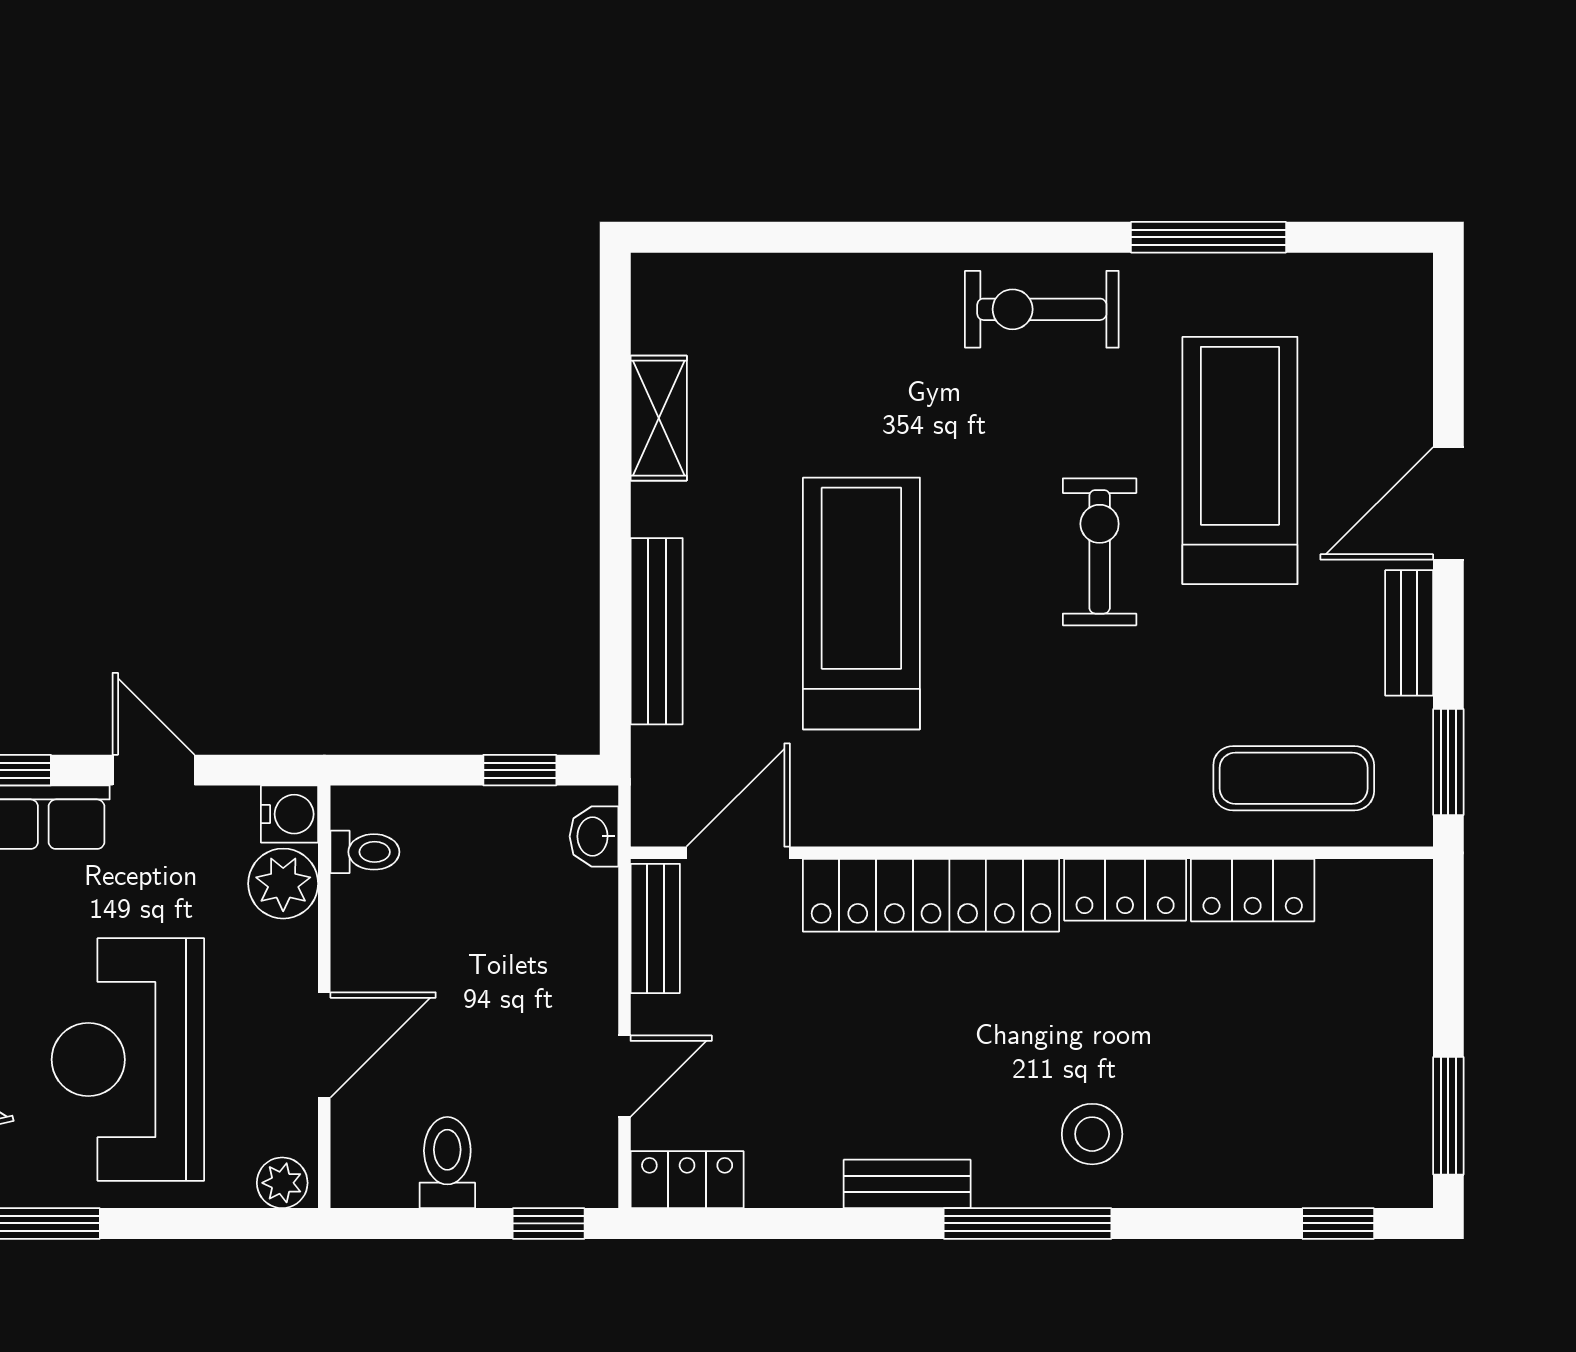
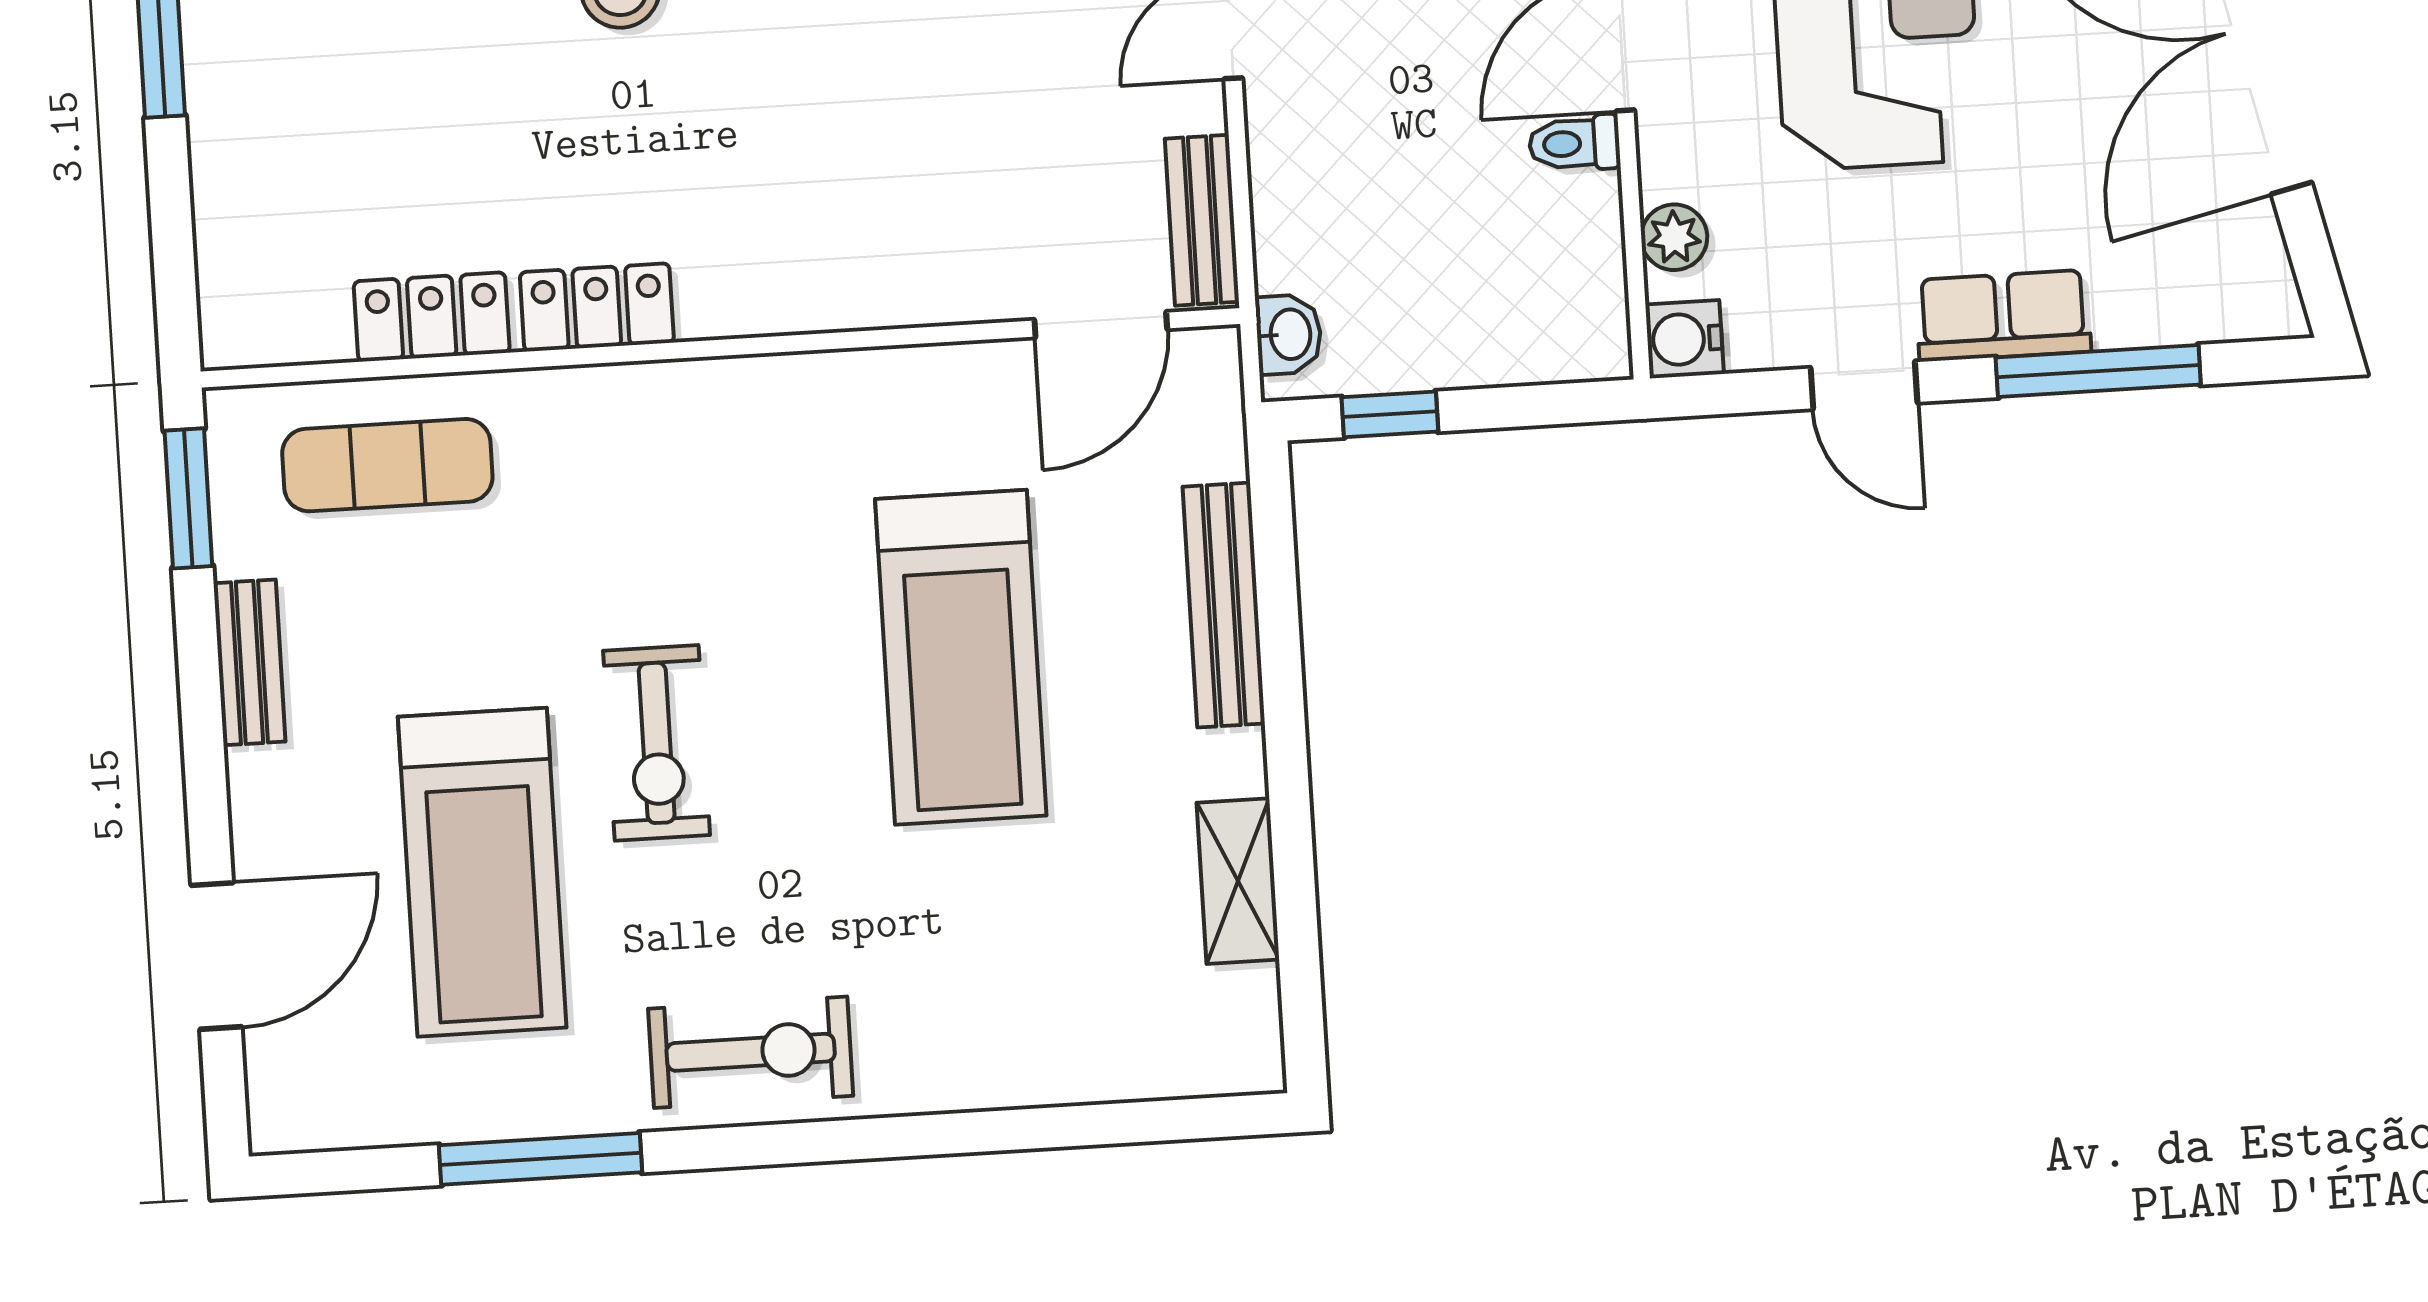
door: (1448, 503) -> (216, 956), moved
toilet: (365, 852) -> (1575, 143), moved
plant: (283, 884) -> (1674, 237), width x0.73, depth x0.73
locker: (931, 895) -> (848, 285), removed

